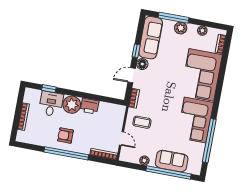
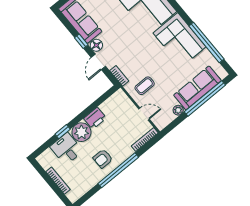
window: (49, 89) -> (63, 132), moved
sofa: (172, 161) -> (197, 88), width x1.36

